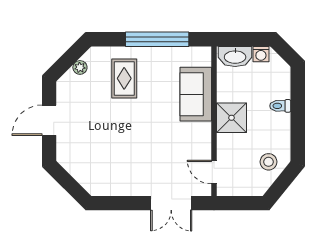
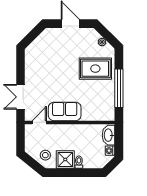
rug: (124, 78) -> (95, 69), width x1.36, depth x1.43
sofa: (196, 94) -> (65, 111), moved
shower: (232, 118) -> (65, 159), moved

